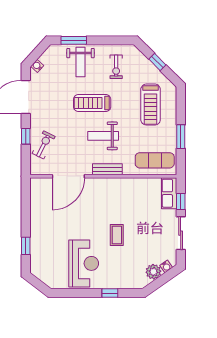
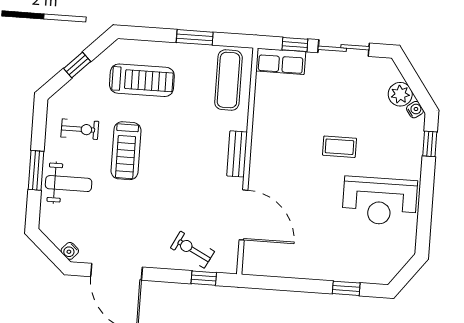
window: (74, 40) -> (36, 170), moved
treadmill: (92, 103) -> (126, 151), moved
window: (26, 136) -> (204, 278), moved
weight bench: (103, 136) -> (185, 157), removed
reception desk: (84, 263) -> (380, 201), turned 180
water cooler: (166, 266) -> (415, 110), moved
window: (110, 293) -> (430, 144), moved

